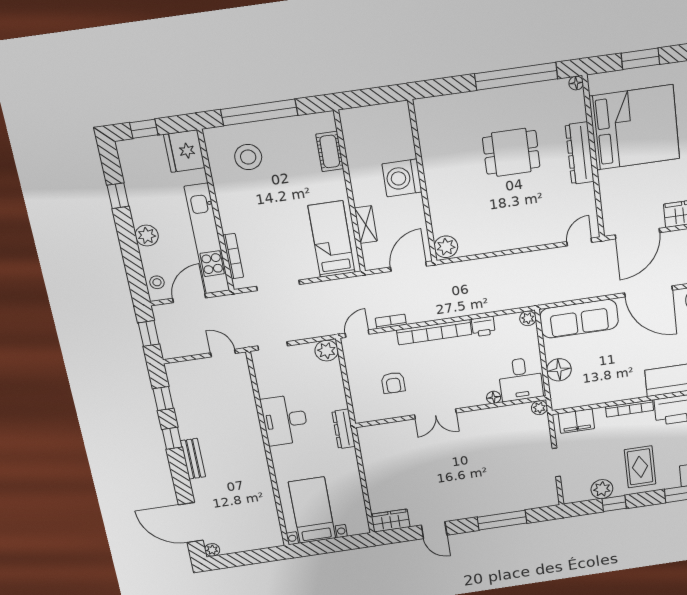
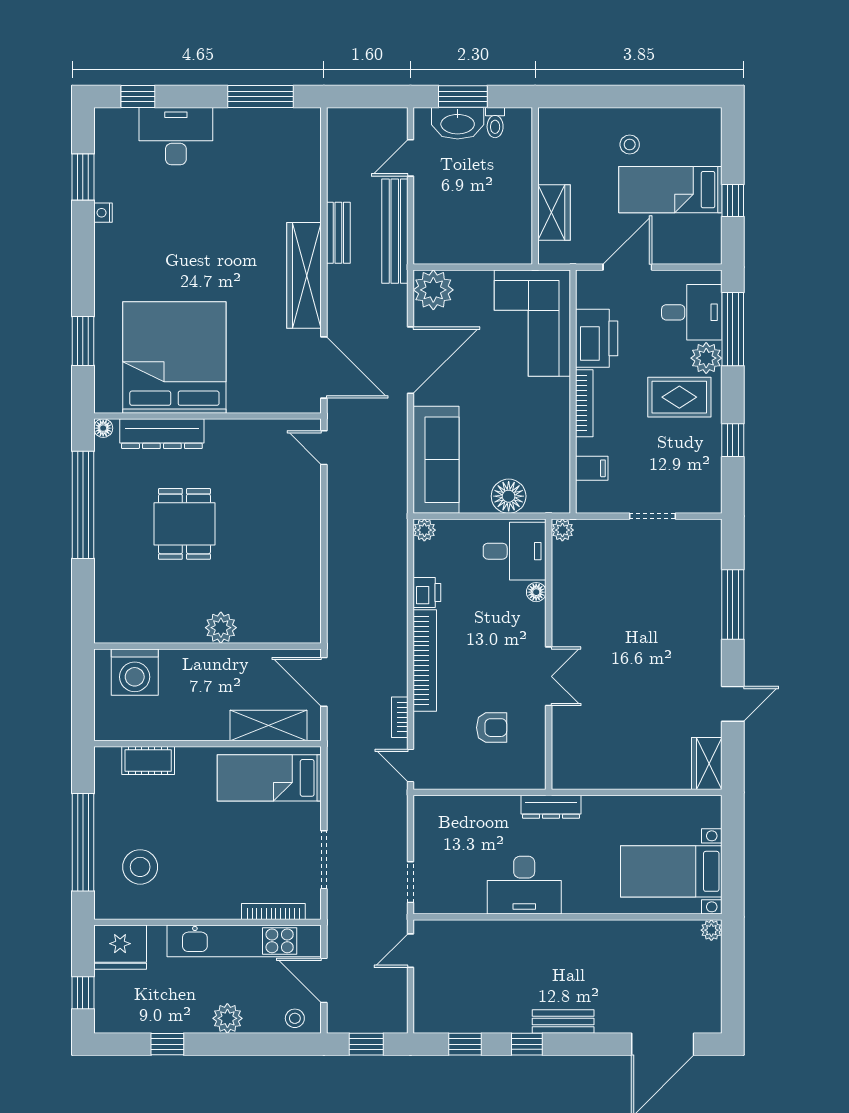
dresser: (580, 153) -> (162, 434), moved
washing machine: (402, 178) -> (135, 672), moved
shelving: (366, 225) -> (269, 726), width x1.50, depth x1.33
plant: (446, 247) -> (221, 628), moved
plant: (327, 351) -> (429, 811), removed
filing cabinet: (576, 421) -> (592, 468), width x0.50
plant: (602, 489) -> (706, 358), moved
plant: (212, 550) -> (711, 930), moved

